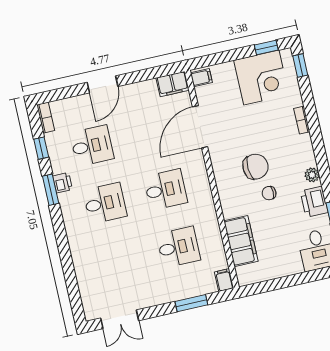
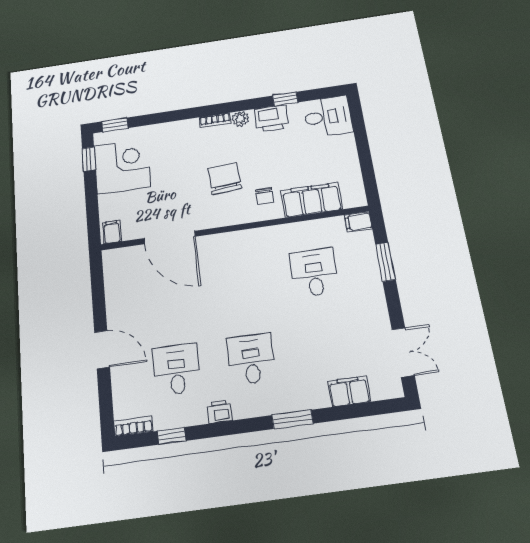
filing cabinet: (173, 84) -> (349, 391), moved, turned -90
bookcase: (302, 120) -> (215, 120), moved
window: (51, 190) -> (292, 419), moved
desk: (166, 190) -> (241, 283), removed
chair: (269, 193) -> (264, 196), moved

